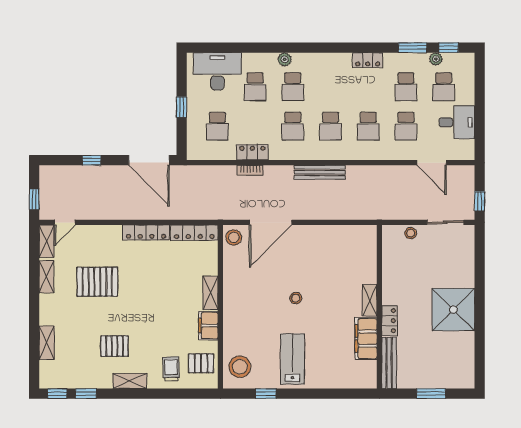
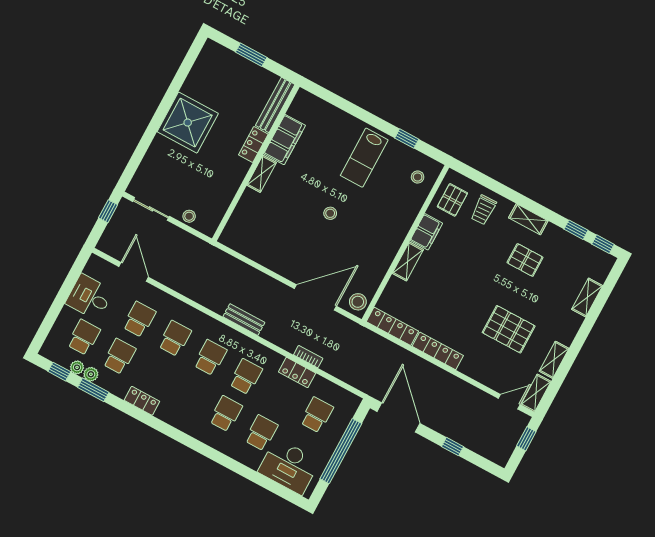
plant: (285, 59) -> (91, 374), moved
window: (182, 107) -> (341, 451), width x3.17
bench: (320, 172) -> (244, 320), width x0.73
pallet: (201, 363) -> (452, 200), turned 90
stool: (240, 367) -> (418, 177), width x0.53, depth x0.53

